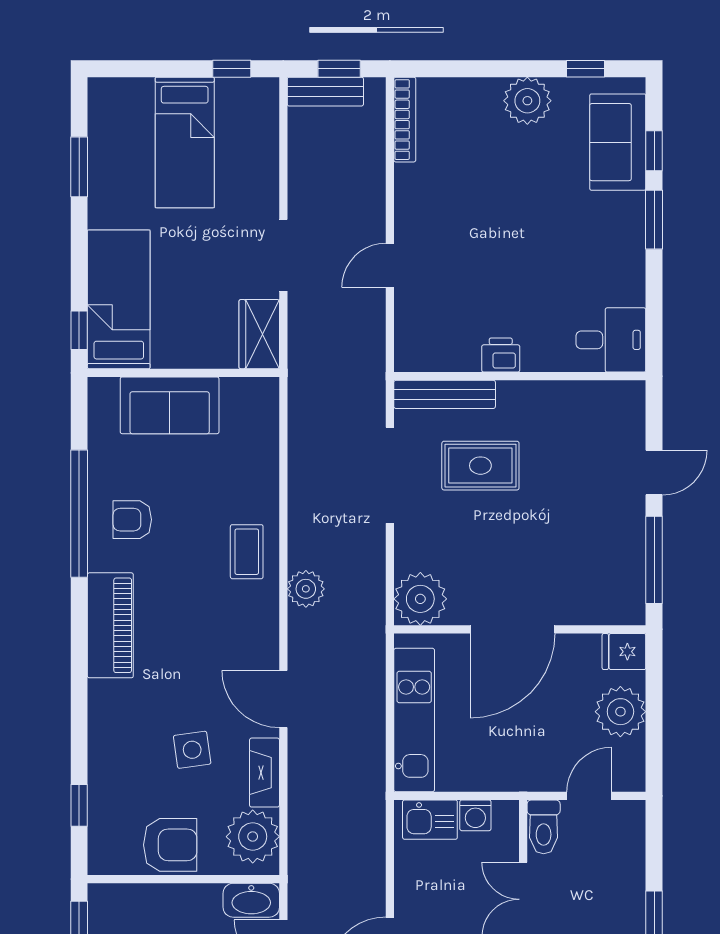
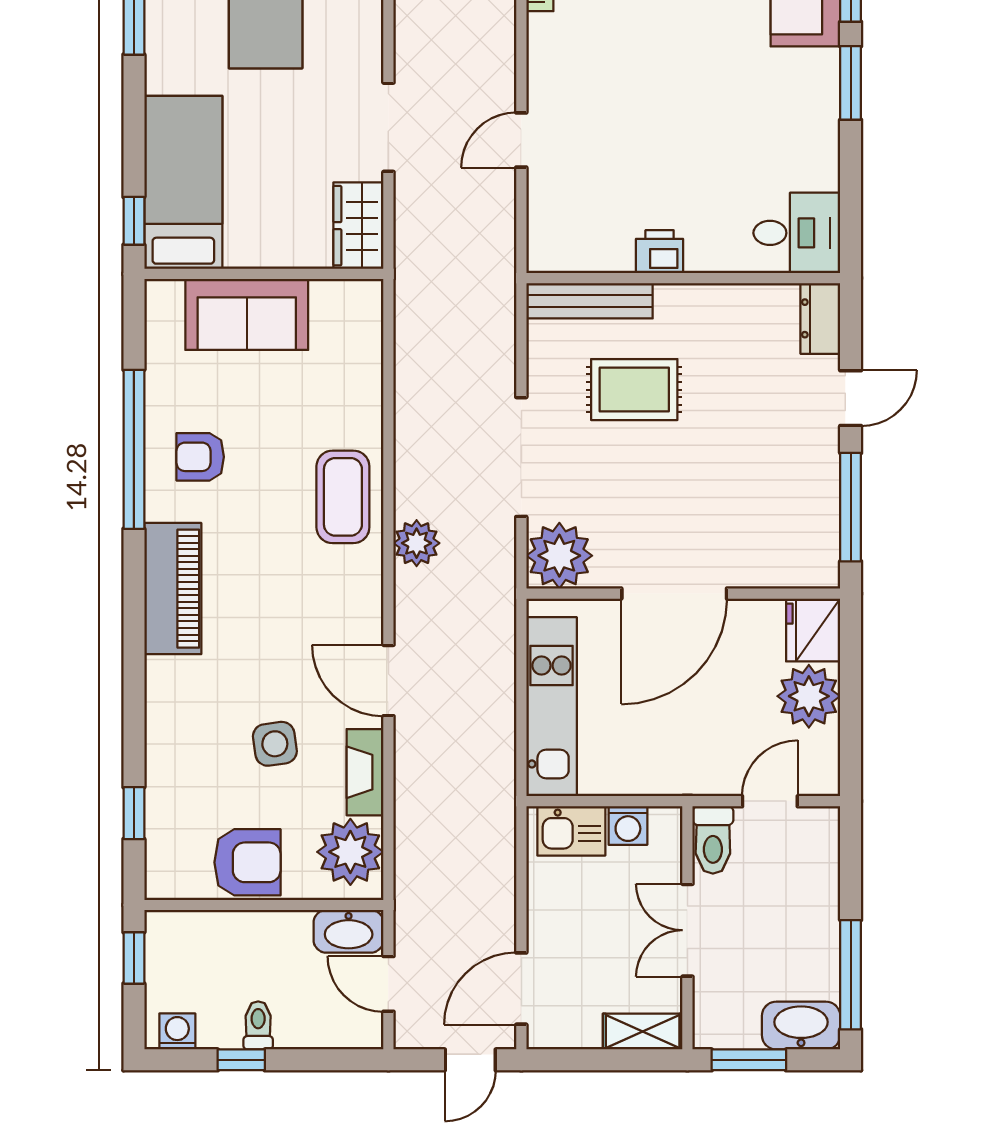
dresser: (630, 409) -> (820, 318), added
doorway: (390, 475) -> (521, 457), moved
coffee table: (247, 552) -> (343, 497), width x1.36, depth x1.30
fridge: (624, 652) -> (813, 630), width x1.38

